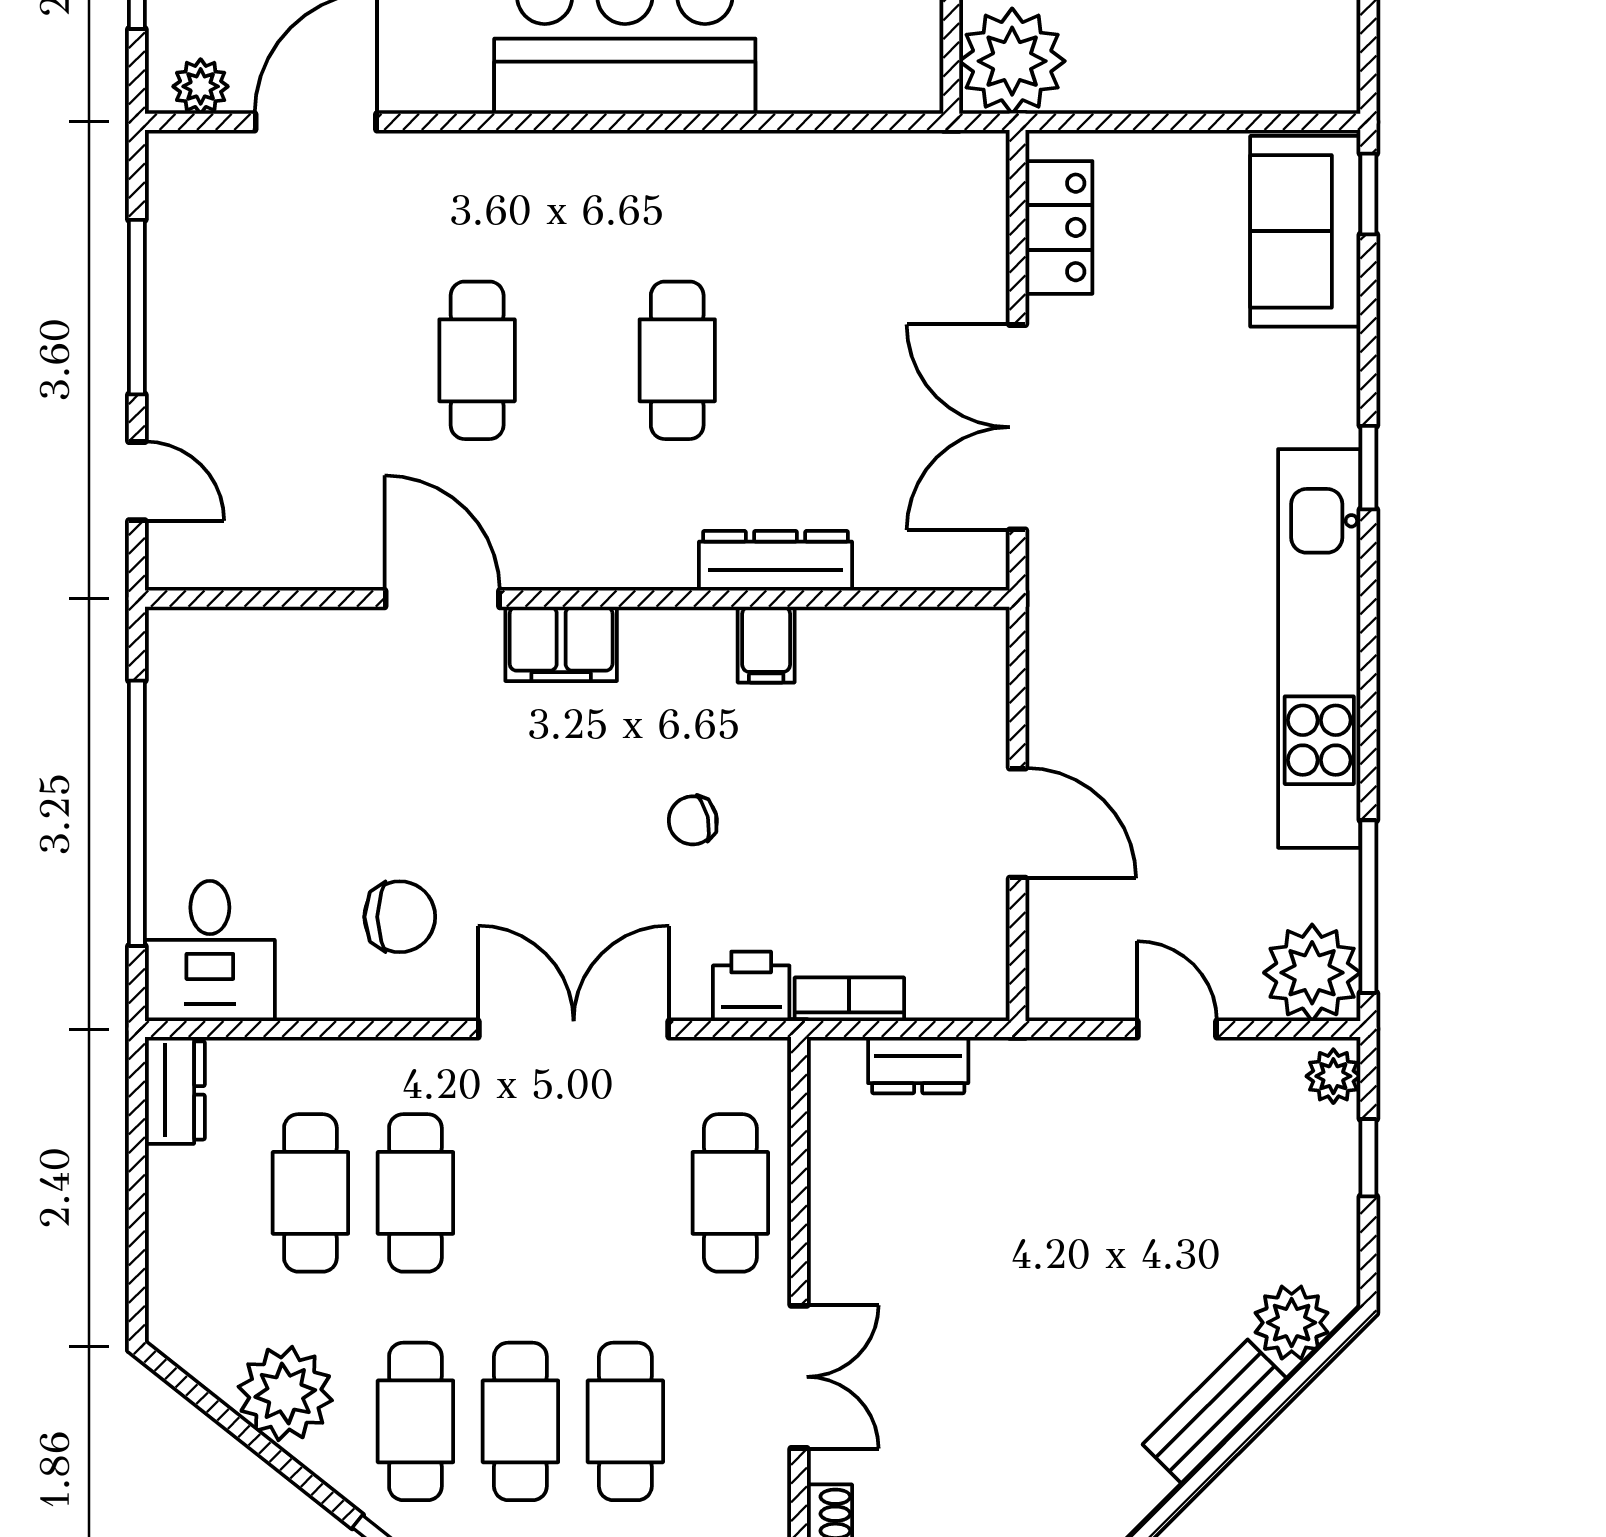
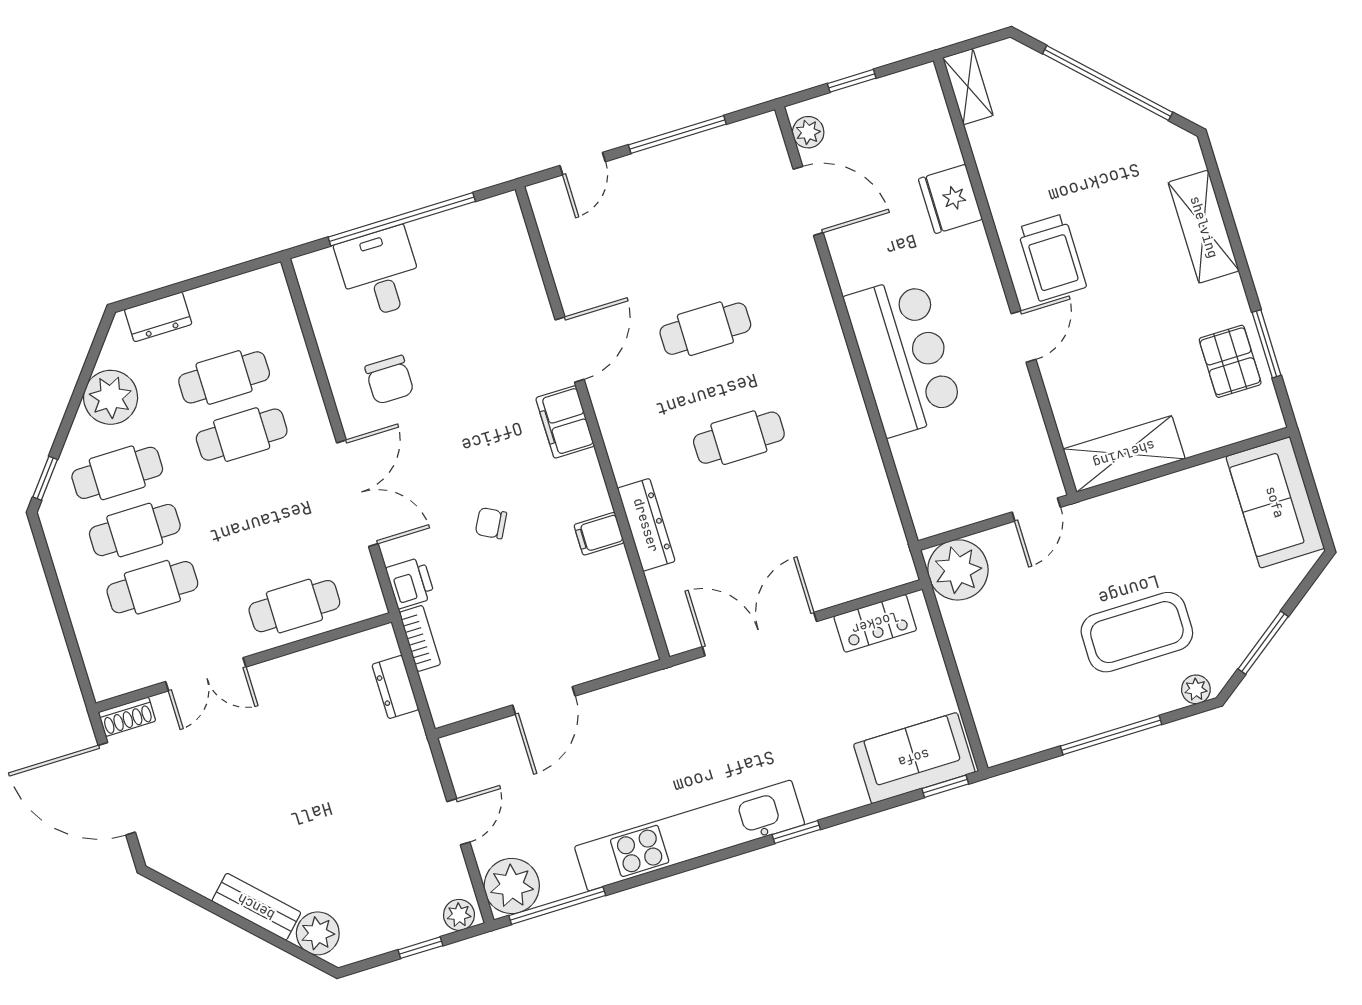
chair: (693, 820) -> (491, 523), turned -49
desk: (210, 951) -> (380, 273), moved, turned 90
dresser: (175, 1090) -> (158, 317), moved

